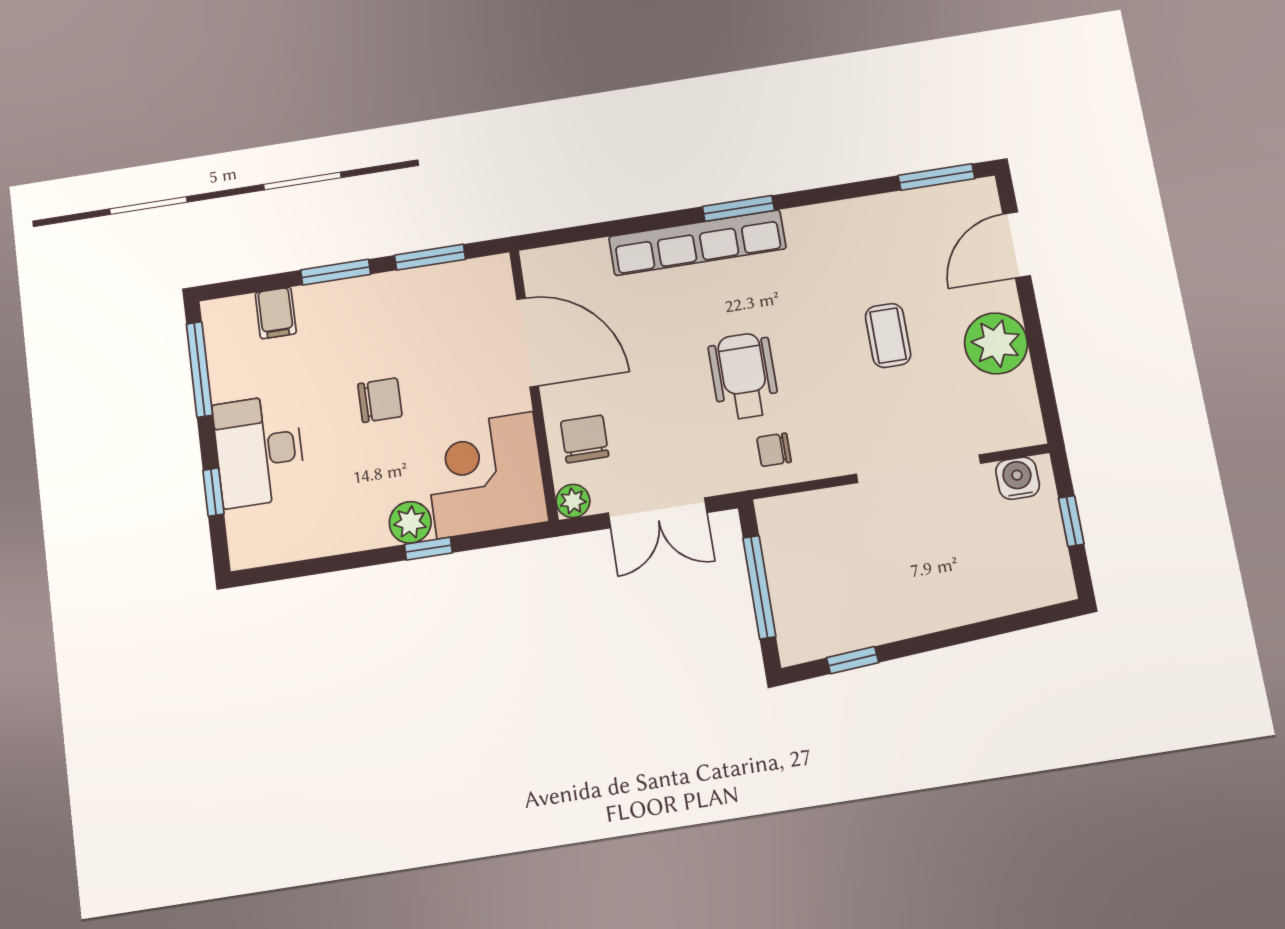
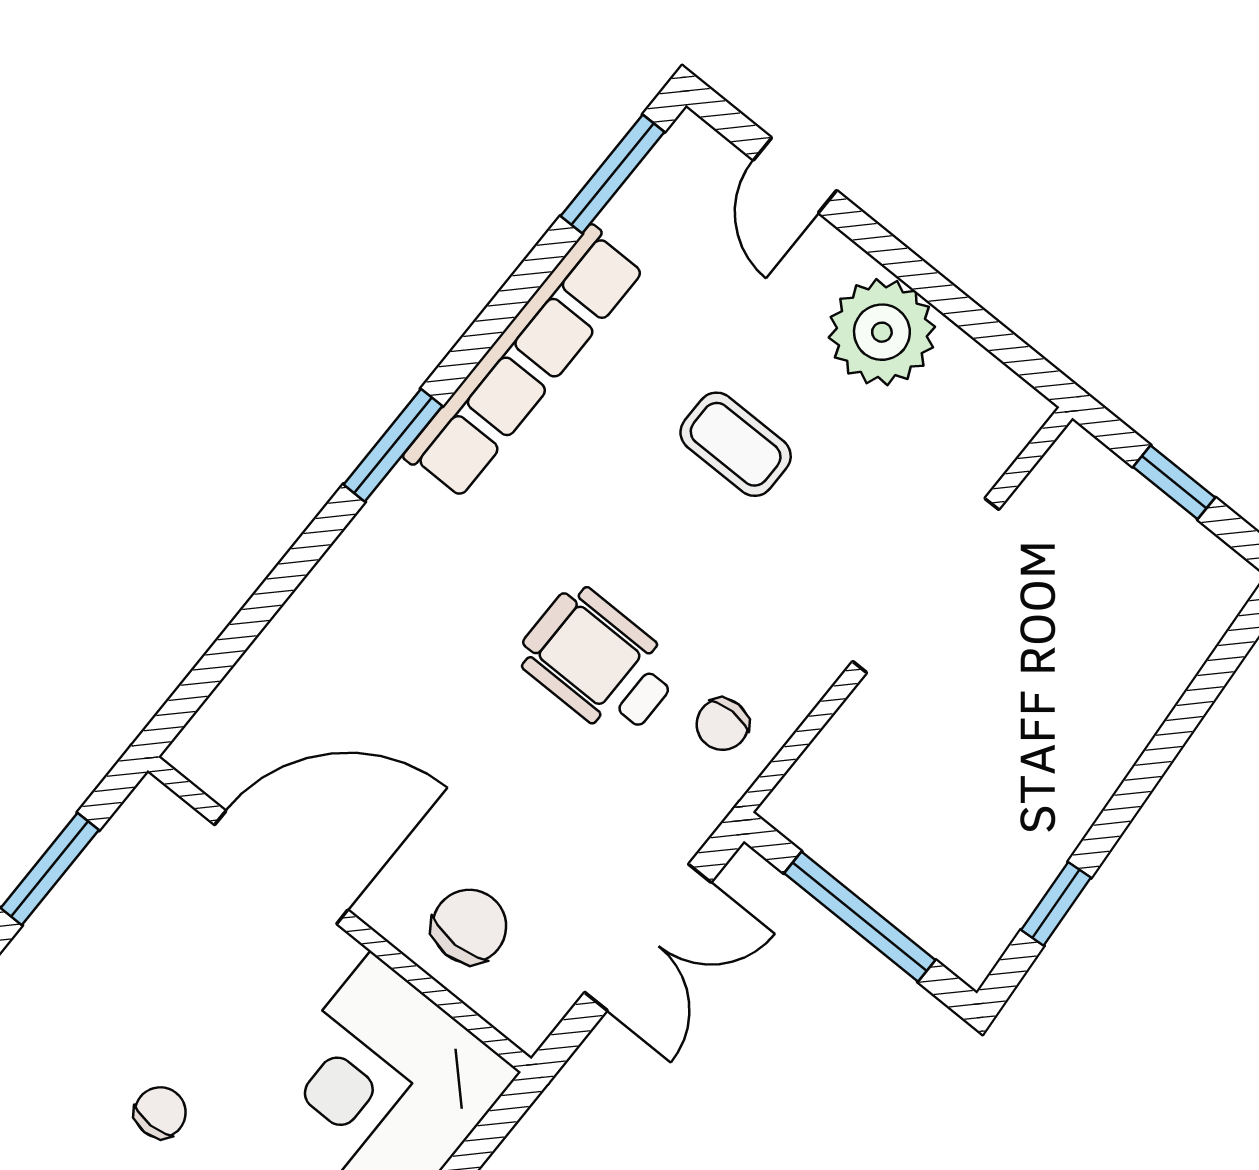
row of seats: (697, 243) -> (524, 362), moved
door: (1017, 245) -> (795, 175), width x0.73
chair: (380, 400) -> (160, 1112), width x0.73, depth x0.73
chair: (585, 439) -> (469, 926), turned 90
water cooler: (1018, 478) -> (1060, 486), removed
plant: (573, 501) -> (527, 1019), removed

